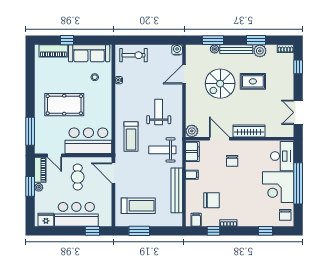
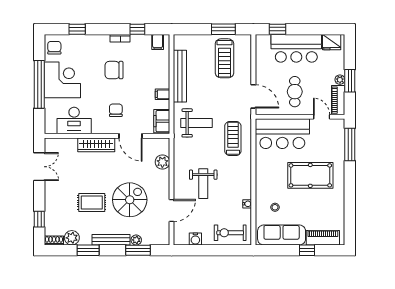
water cooler: (177, 50) -> (195, 239), moved
plant: (260, 51) -> (72, 238), moved
weight bench: (159, 112) -> (203, 184), moved
plant: (192, 131) -> (162, 162), moved
desk: (282, 156) -> (74, 121), moved, turned -90
chair: (211, 200) -> (114, 70), moved
treadmill: (138, 206) -> (225, 58), turned -90

